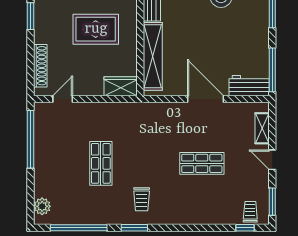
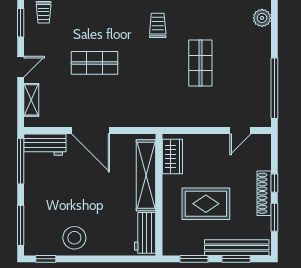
window: (30, 49) -> (274, 183), added
shoe rack: (40, 66) -> (264, 193), moved
wardrobe: (121, 86) -> (172, 156), moved, turned -90
door: (272, 160) -> (21, 67), hinge flipped

